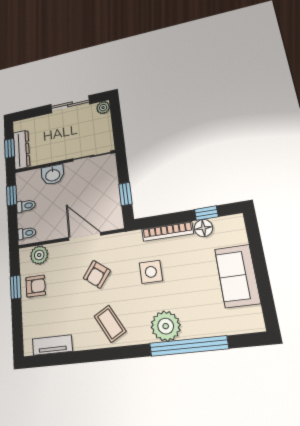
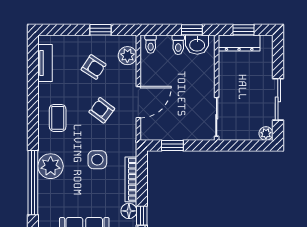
washbasin: (53, 175) -> (197, 45), moved, turned -90
armchair: (36, 286) -> (94, 67), moved, turned -57
coffee table: (110, 324) -> (58, 118), turned -61

